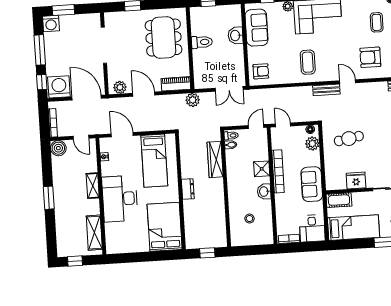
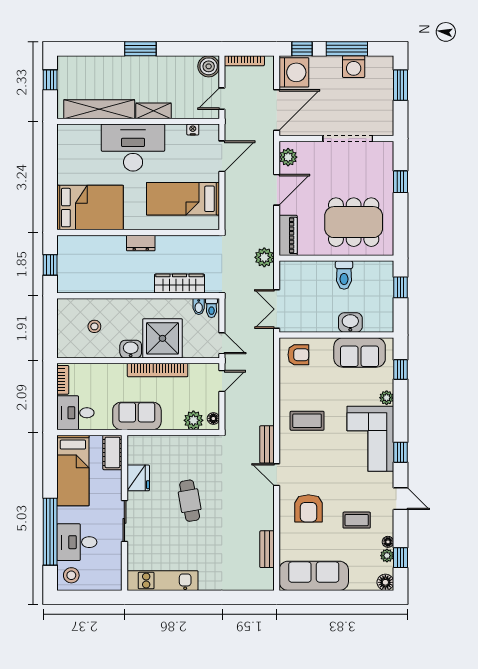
washing machine: (51, 24) -> (354, 67), moved, turned -90
armchair: (370, 57) -> (309, 508), turned 180
armchair: (261, 71) -> (298, 355), turned -90
door: (348, 82) -> (277, 475), swing flipped
cafe table: (349, 139) -> (190, 501), moved
shower: (262, 169) -> (162, 338), width x1.86, depth x1.86
shelving: (94, 233) -> (99, 109), width x1.47

